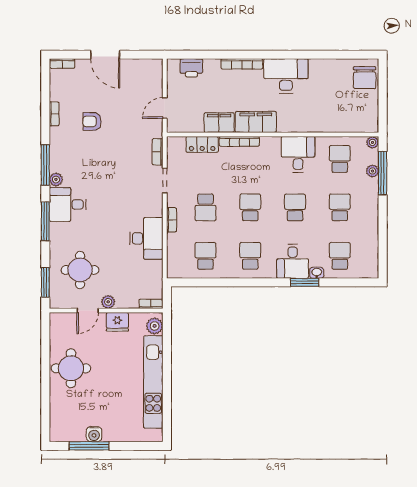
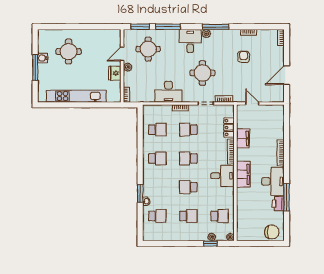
door: (105, 55) -> (287, 75), moved
window: (311, 55) -> (287, 197), added
printer: (191, 68) -> (278, 204), moved
chair: (365, 78) -> (272, 232), turned 180
filing cabinet: (256, 122) -> (243, 174), moved
desk: (298, 154) -> (222, 176), moved
window: (383, 173) -> (210, 243), width x0.46
round table: (117, 185) -> (202, 73), added
school desk: (250, 207) -> (188, 158), turned 180
school desk: (295, 207) -> (188, 187), turned 180
window: (45, 221) -> (168, 27), moved
desk: (293, 261) -> (154, 186), removed
door: (88, 311) -> (122, 54), hinge flipped
plant: (155, 326) -> (112, 97), removed
round table: (71, 368) -> (69, 52), moved
window: (89, 446) -> (35, 67), moved

